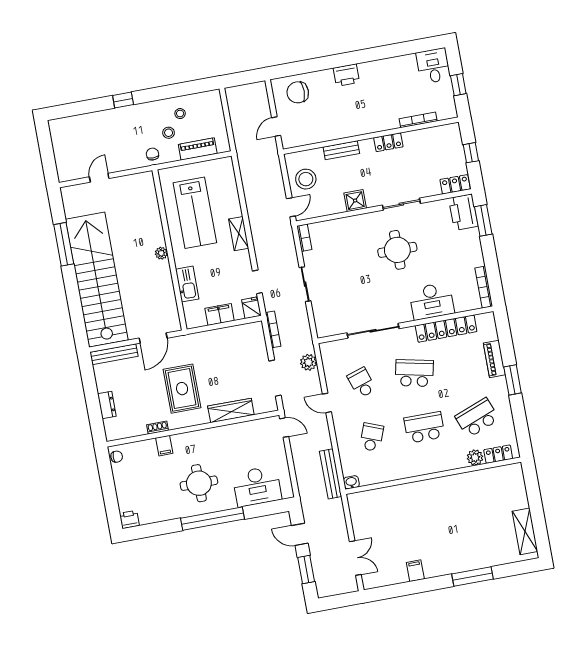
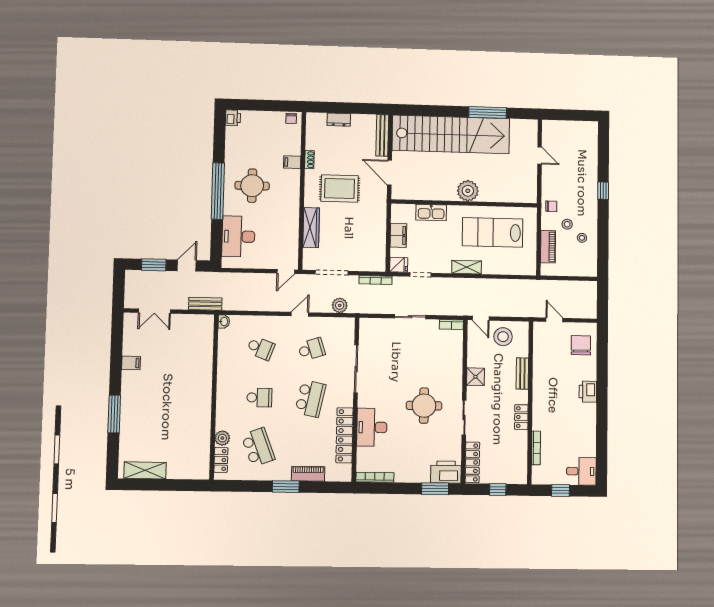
locker: (455, 184) -> (472, 462), width x1.53
plant: (161, 253) -> (468, 191), width x1.88, depth x1.88
school desk: (424, 427) -> (259, 398), width x0.54
bench: (331, 474) -> (205, 304), moved, width x0.73

